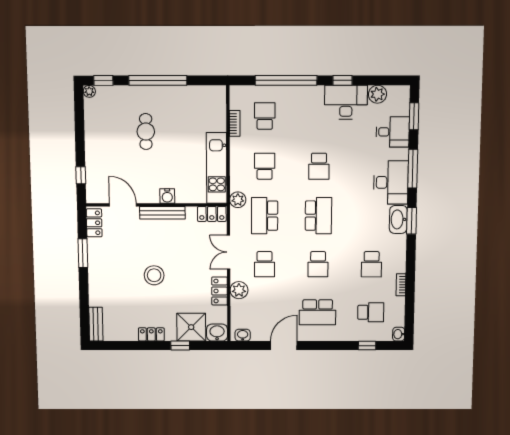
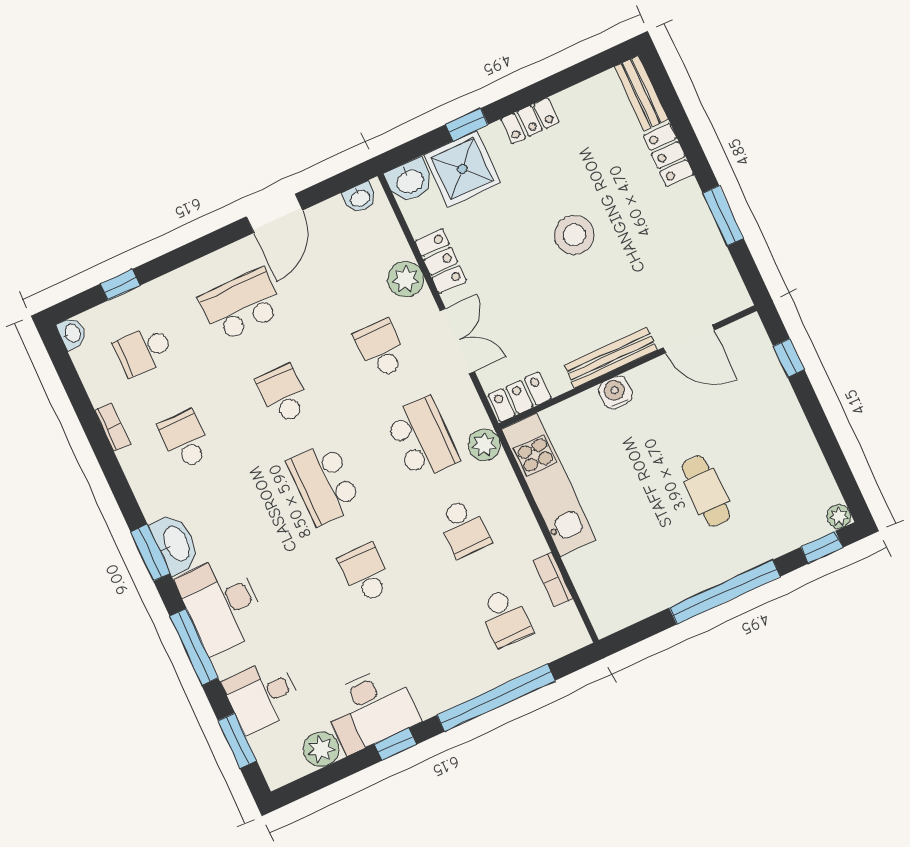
locker: (94, 223) -> (668, 155), moved

